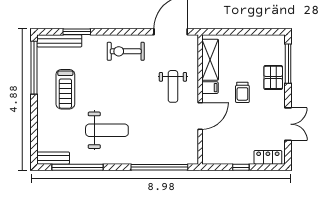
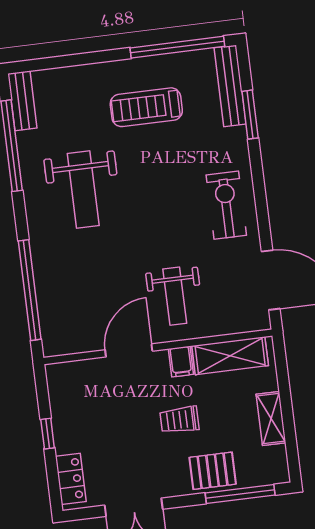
shelving: (248, 41) -> (271, 418), added
weight bench: (173, 86) -> (175, 296), turned -90
door: (200, 116) -> (129, 350), swing flipped

